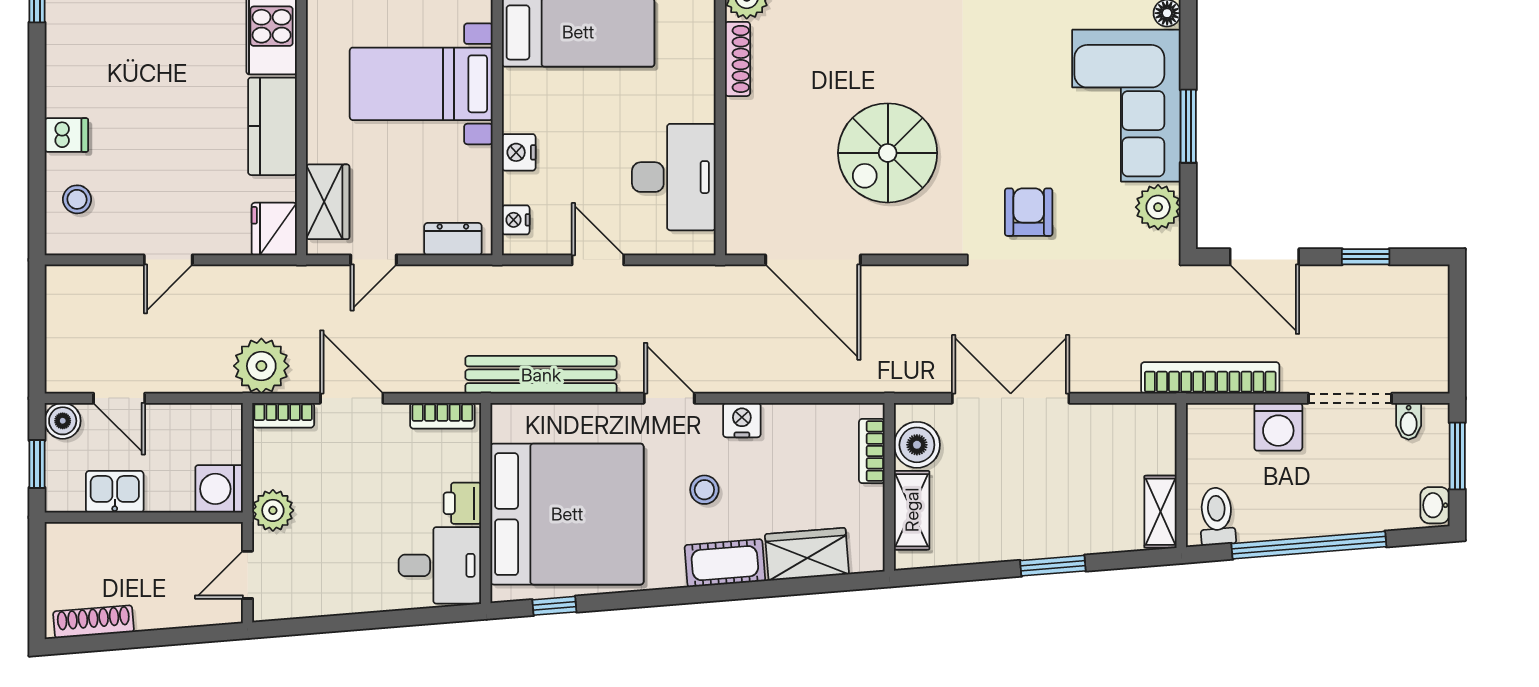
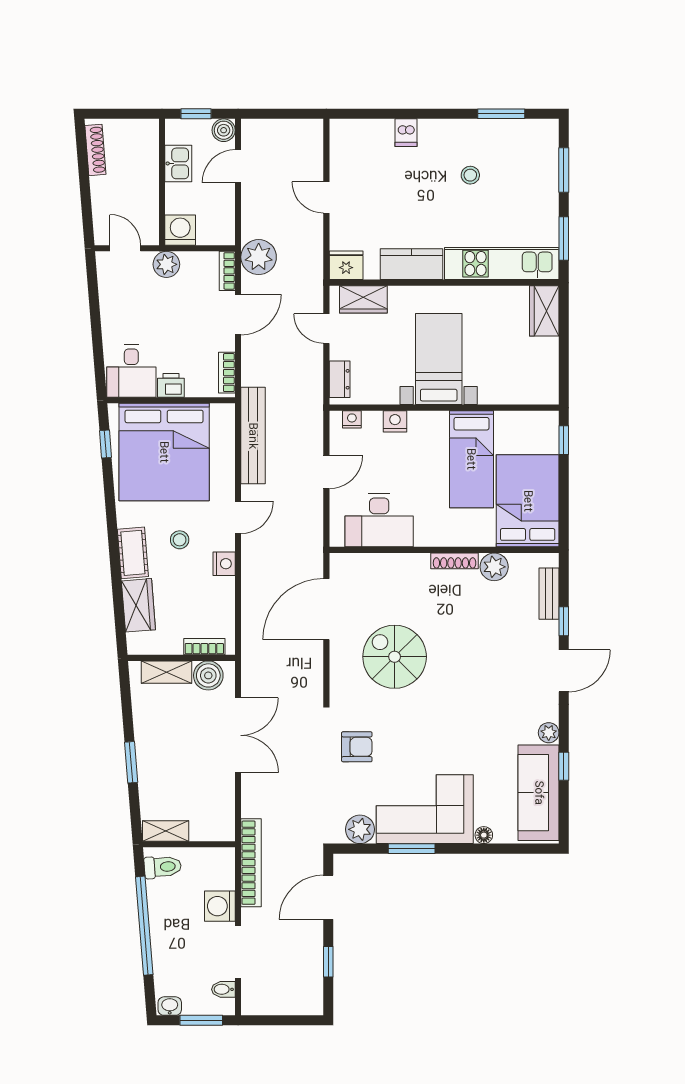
stool: (77, 199) -> (470, 175), moved

